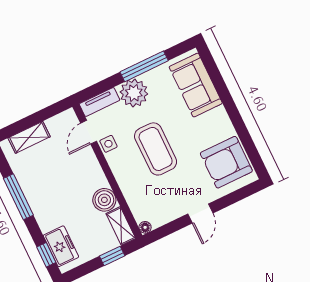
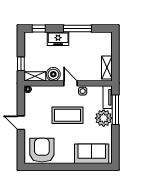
window: (144, 66) -> (115, 110), moved
door: (89, 132) -> (71, 83), moved
shelving: (29, 137) -> (107, 67), moved
freezer: (61, 246) -> (58, 39), moved

